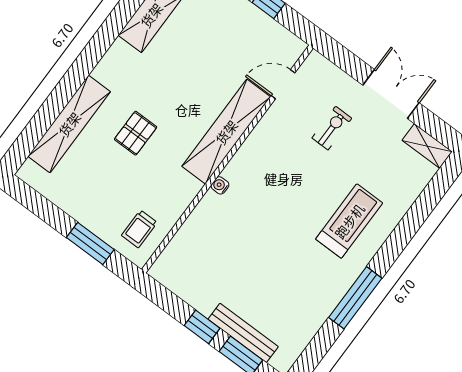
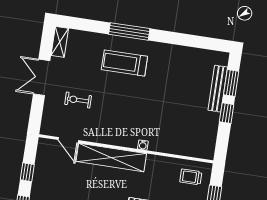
trolley: (139, 229) -> (191, 177), turned 180
window: (355, 298) -> (129, 31), moved

